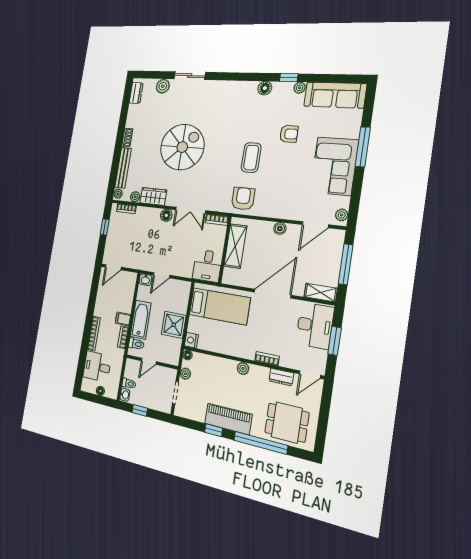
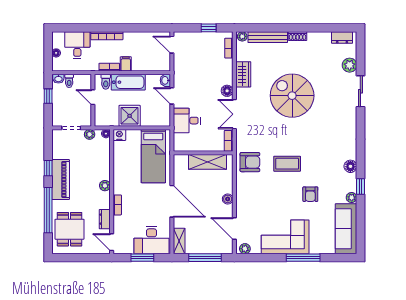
spiral stairs: (182, 147) -> (292, 96), turned 180
plant: (135, 197) -> (241, 55), removed
desk: (207, 266) -> (187, 121), moved

